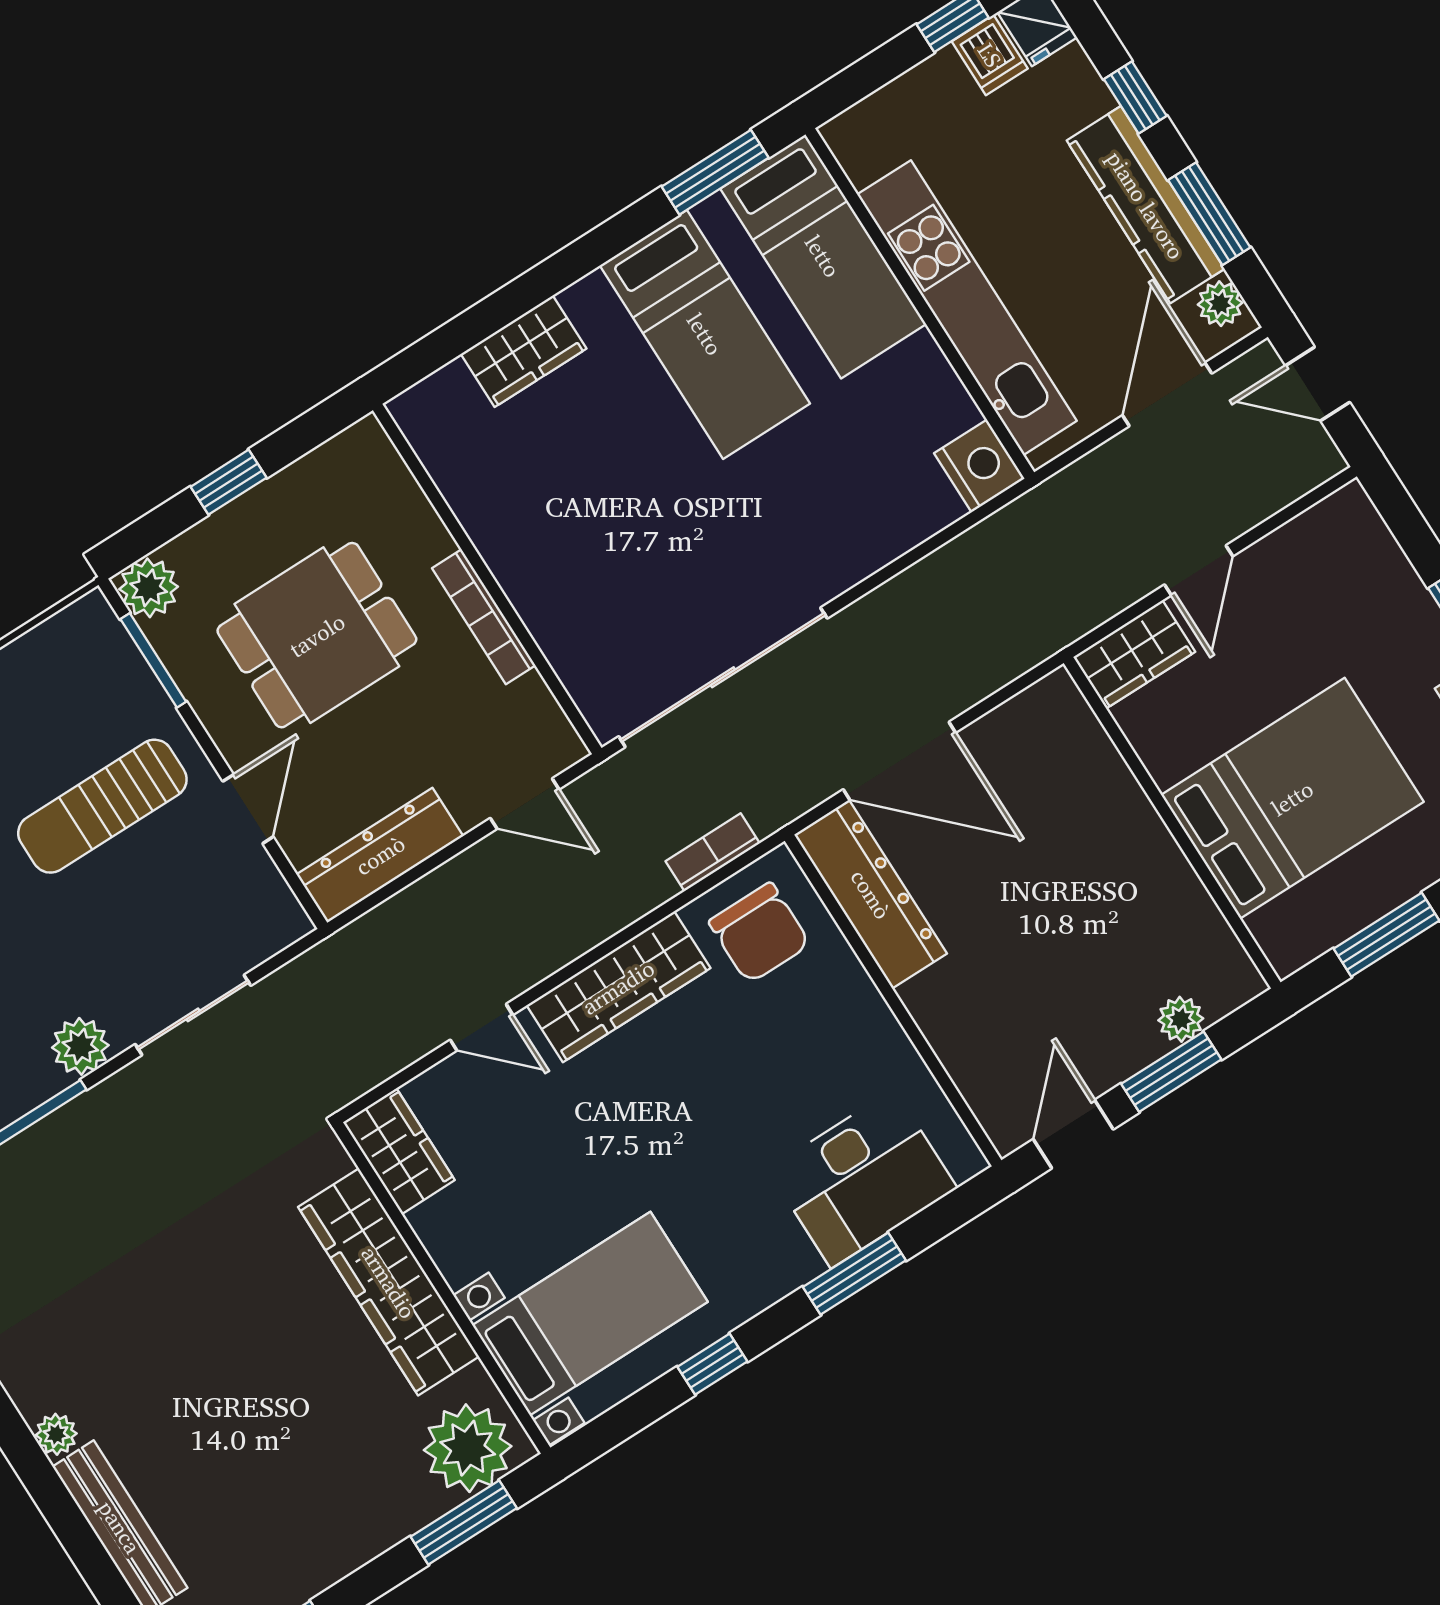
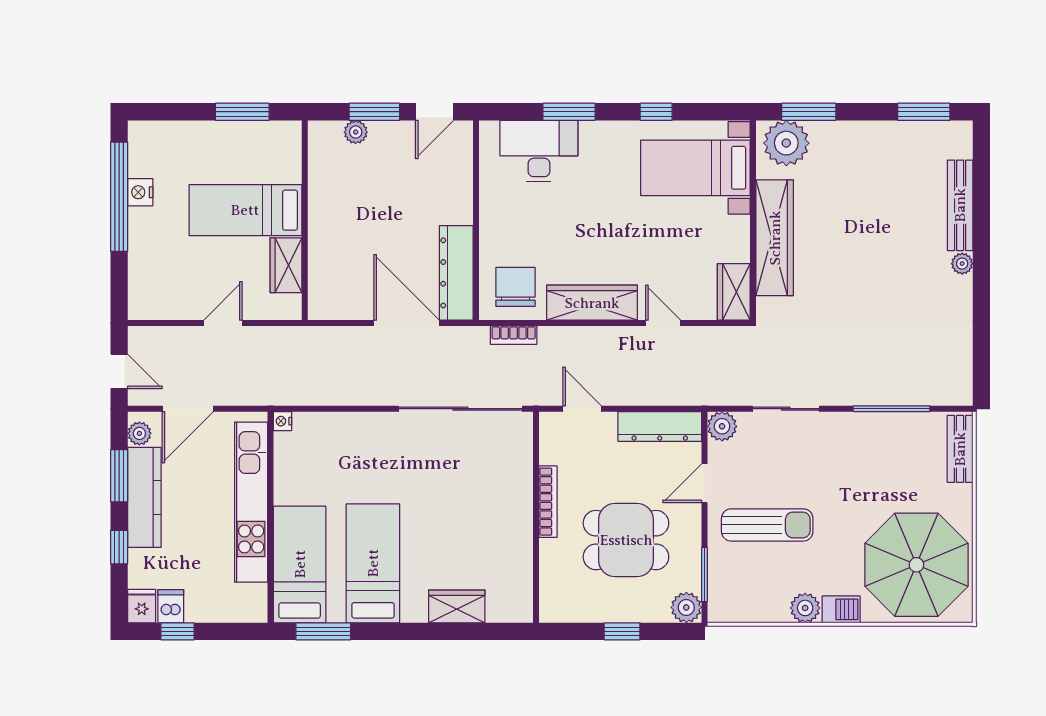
nightstand: (979, 466) -> (282, 421), width x0.53, depth x0.56
wardrobe: (1134, 654) -> (286, 265), moved, turned -90
bed: (1292, 798) -> (245, 210), width x0.67
plant: (80, 1046) -> (722, 426), moved

